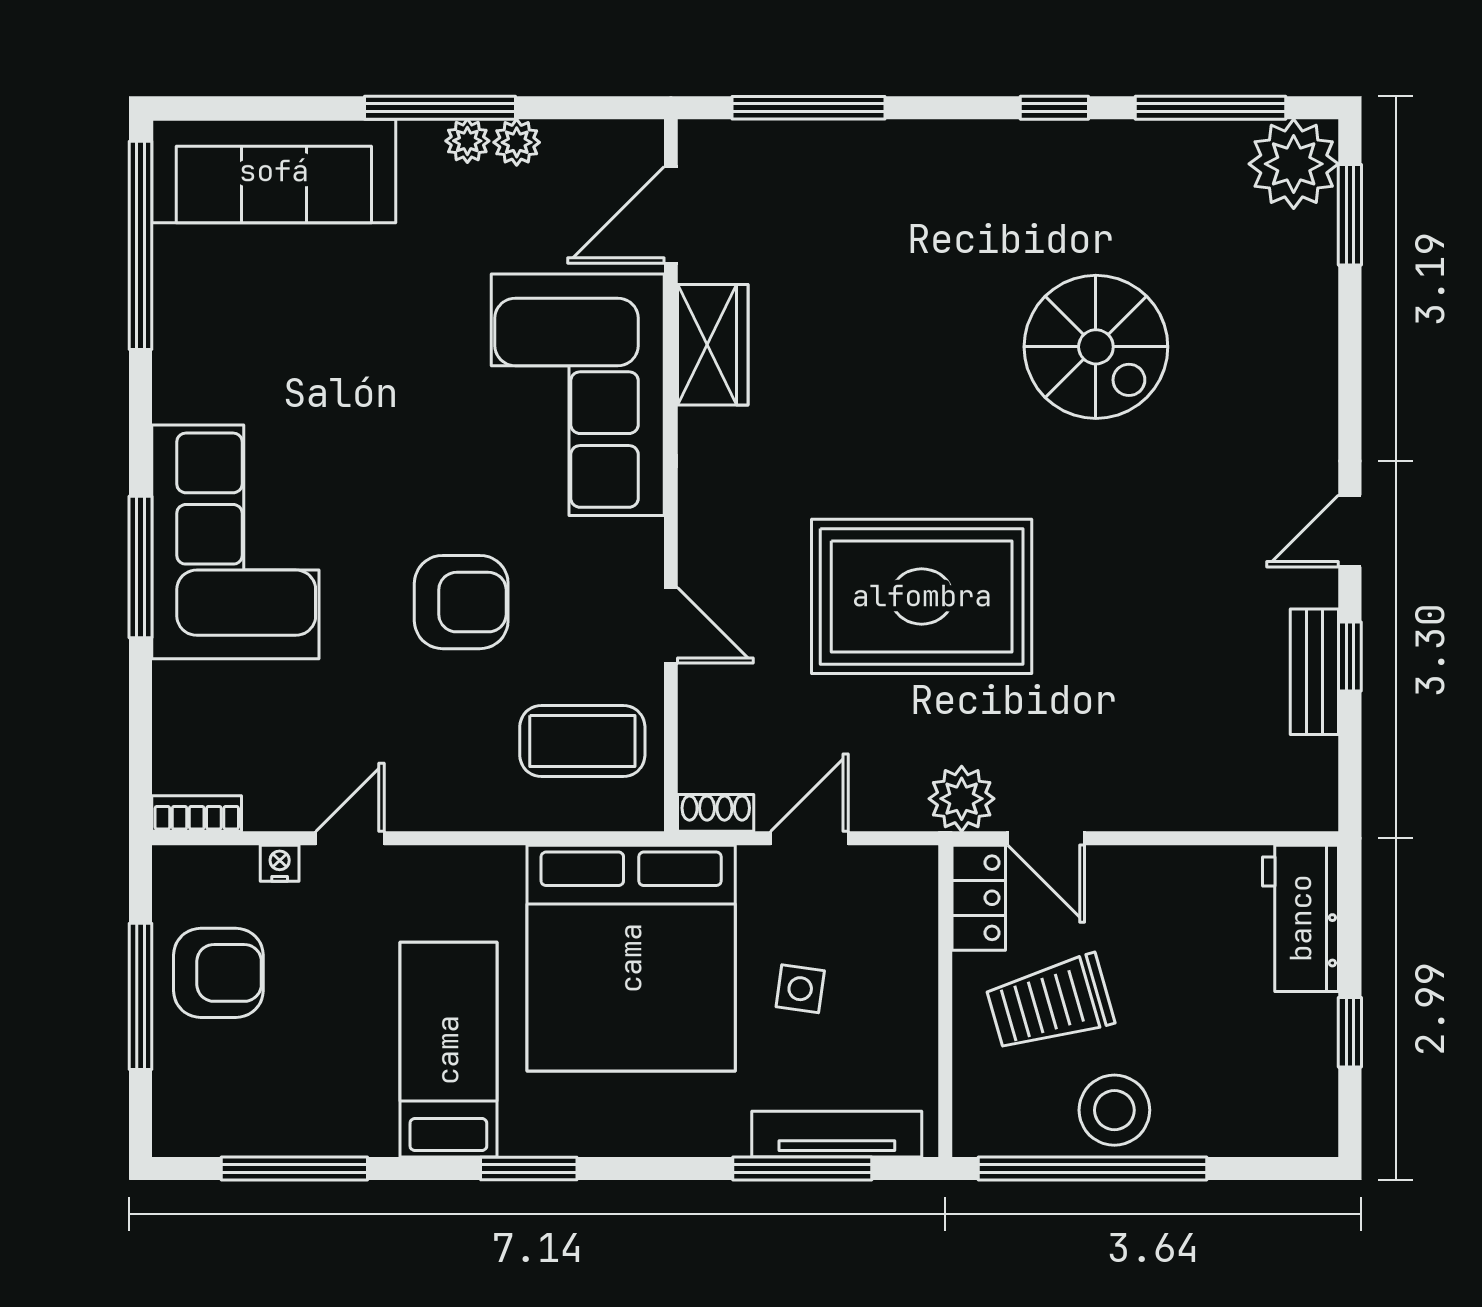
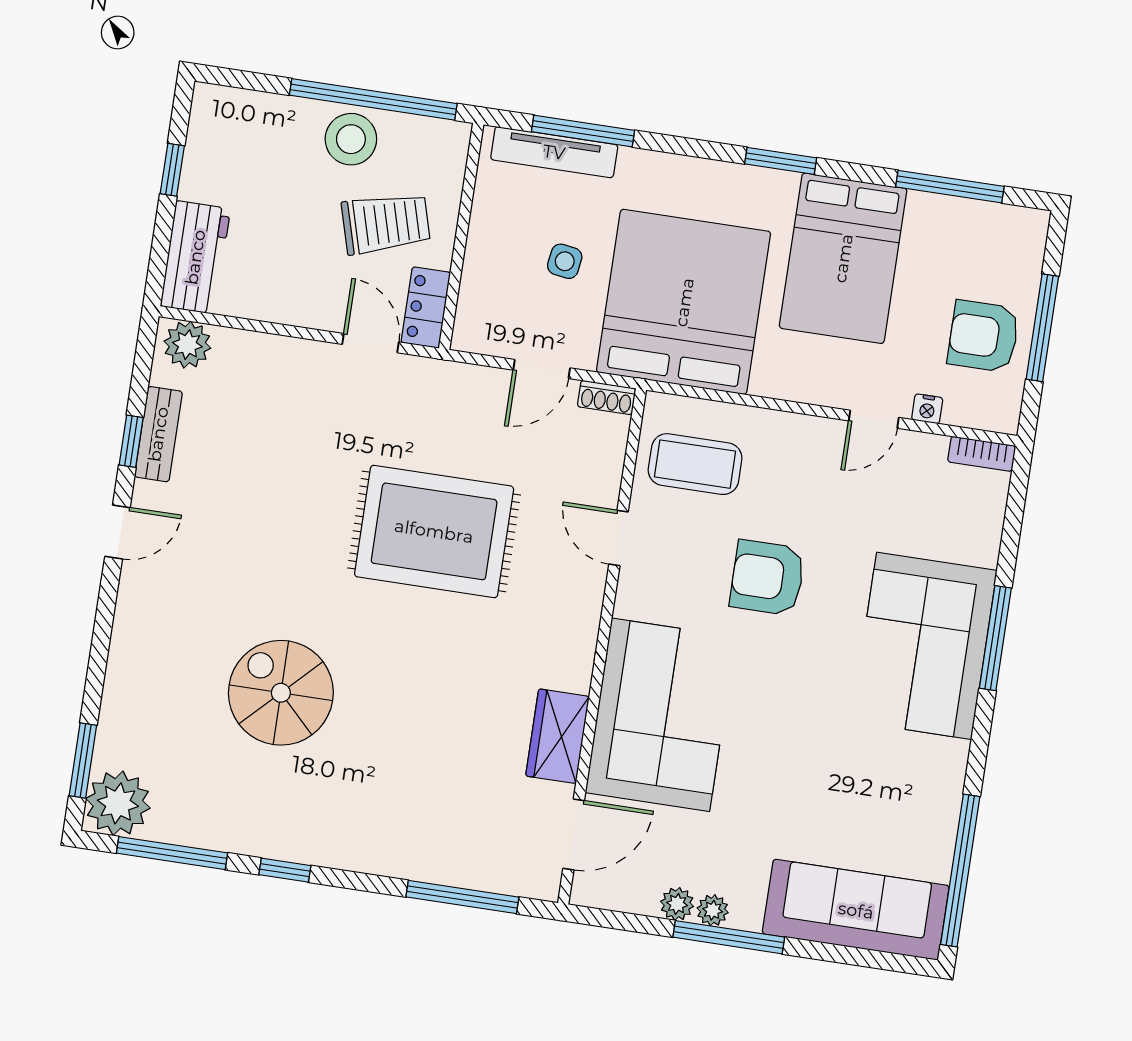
plant: (962, 799) -> (187, 345), moved
bed: (448, 1050) -> (843, 258), width x1.50

